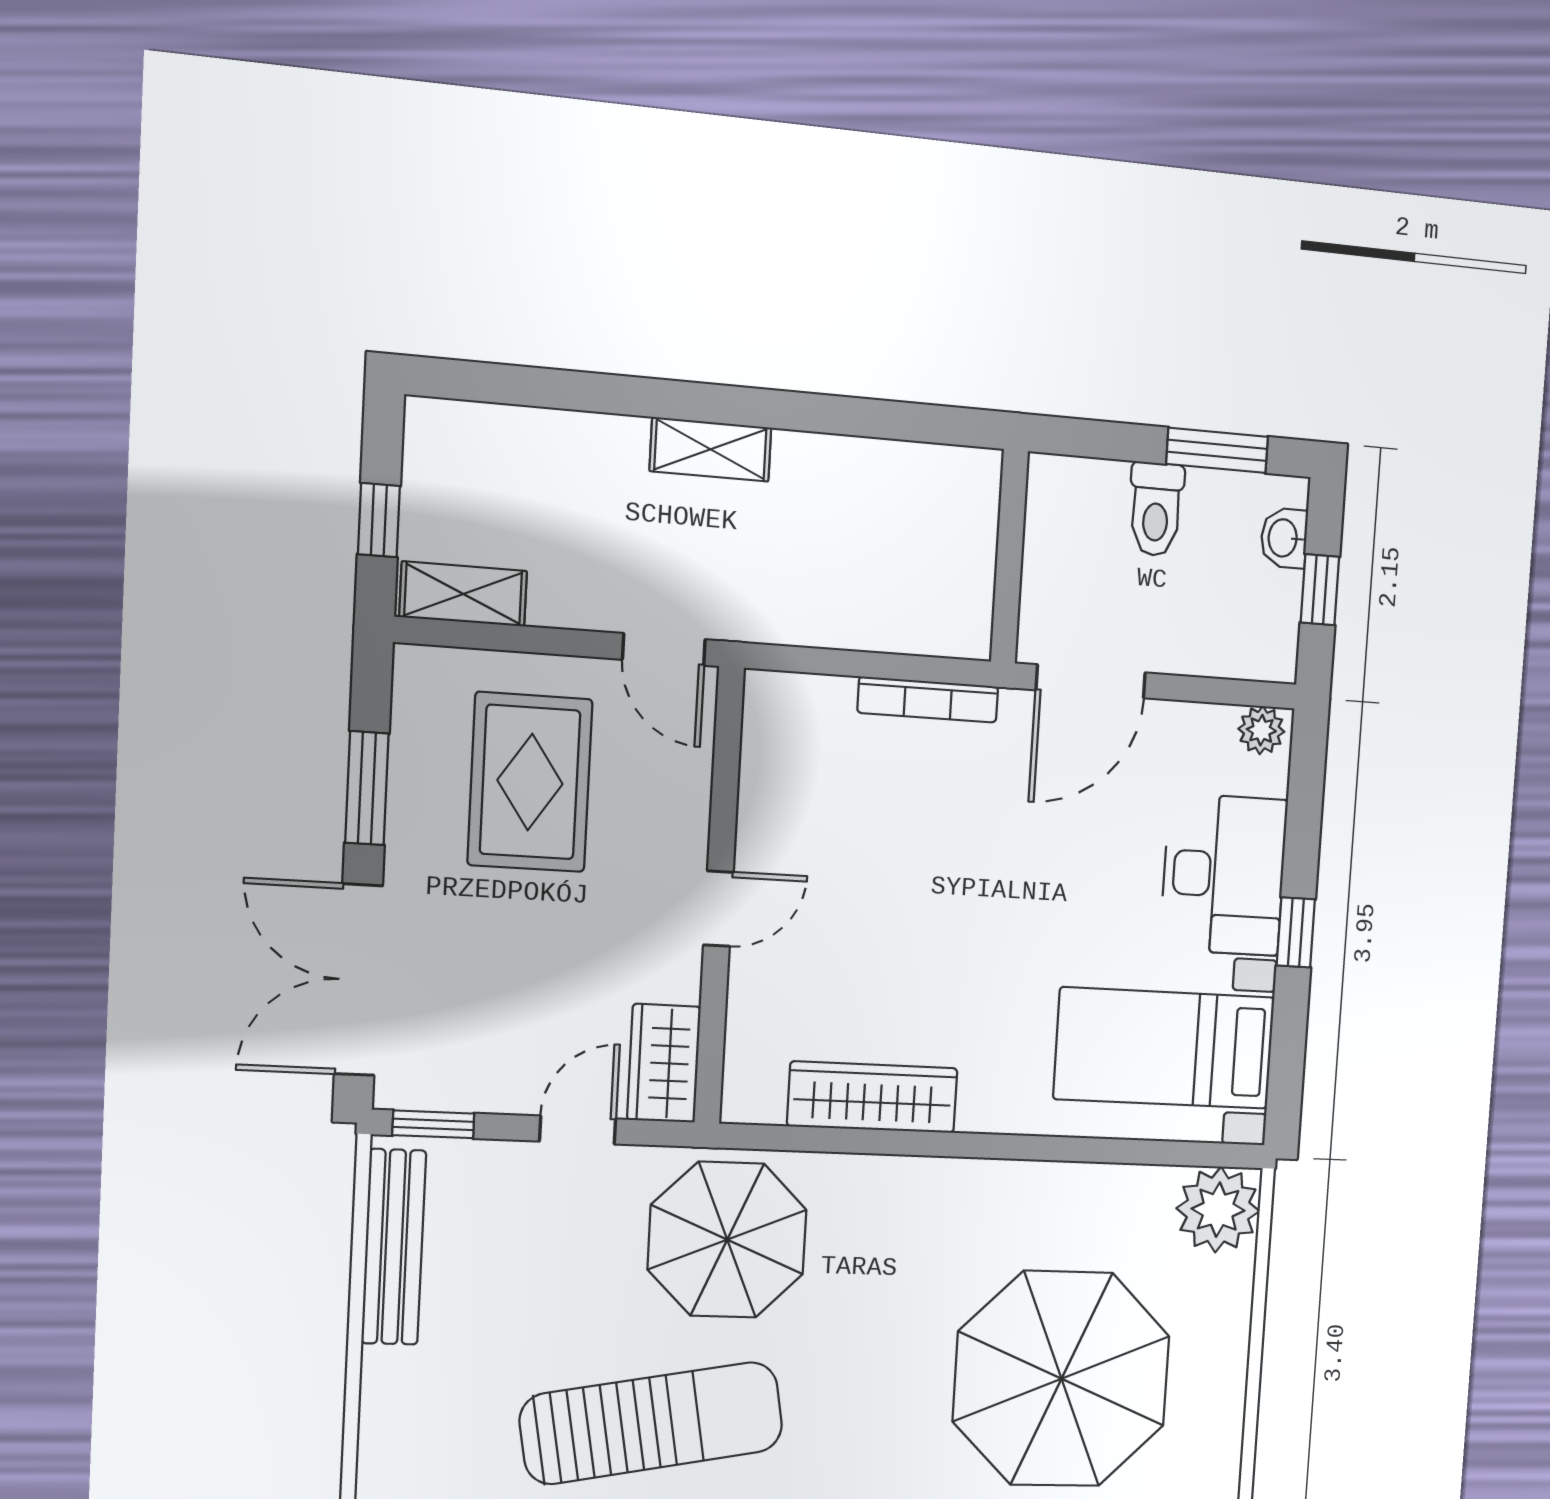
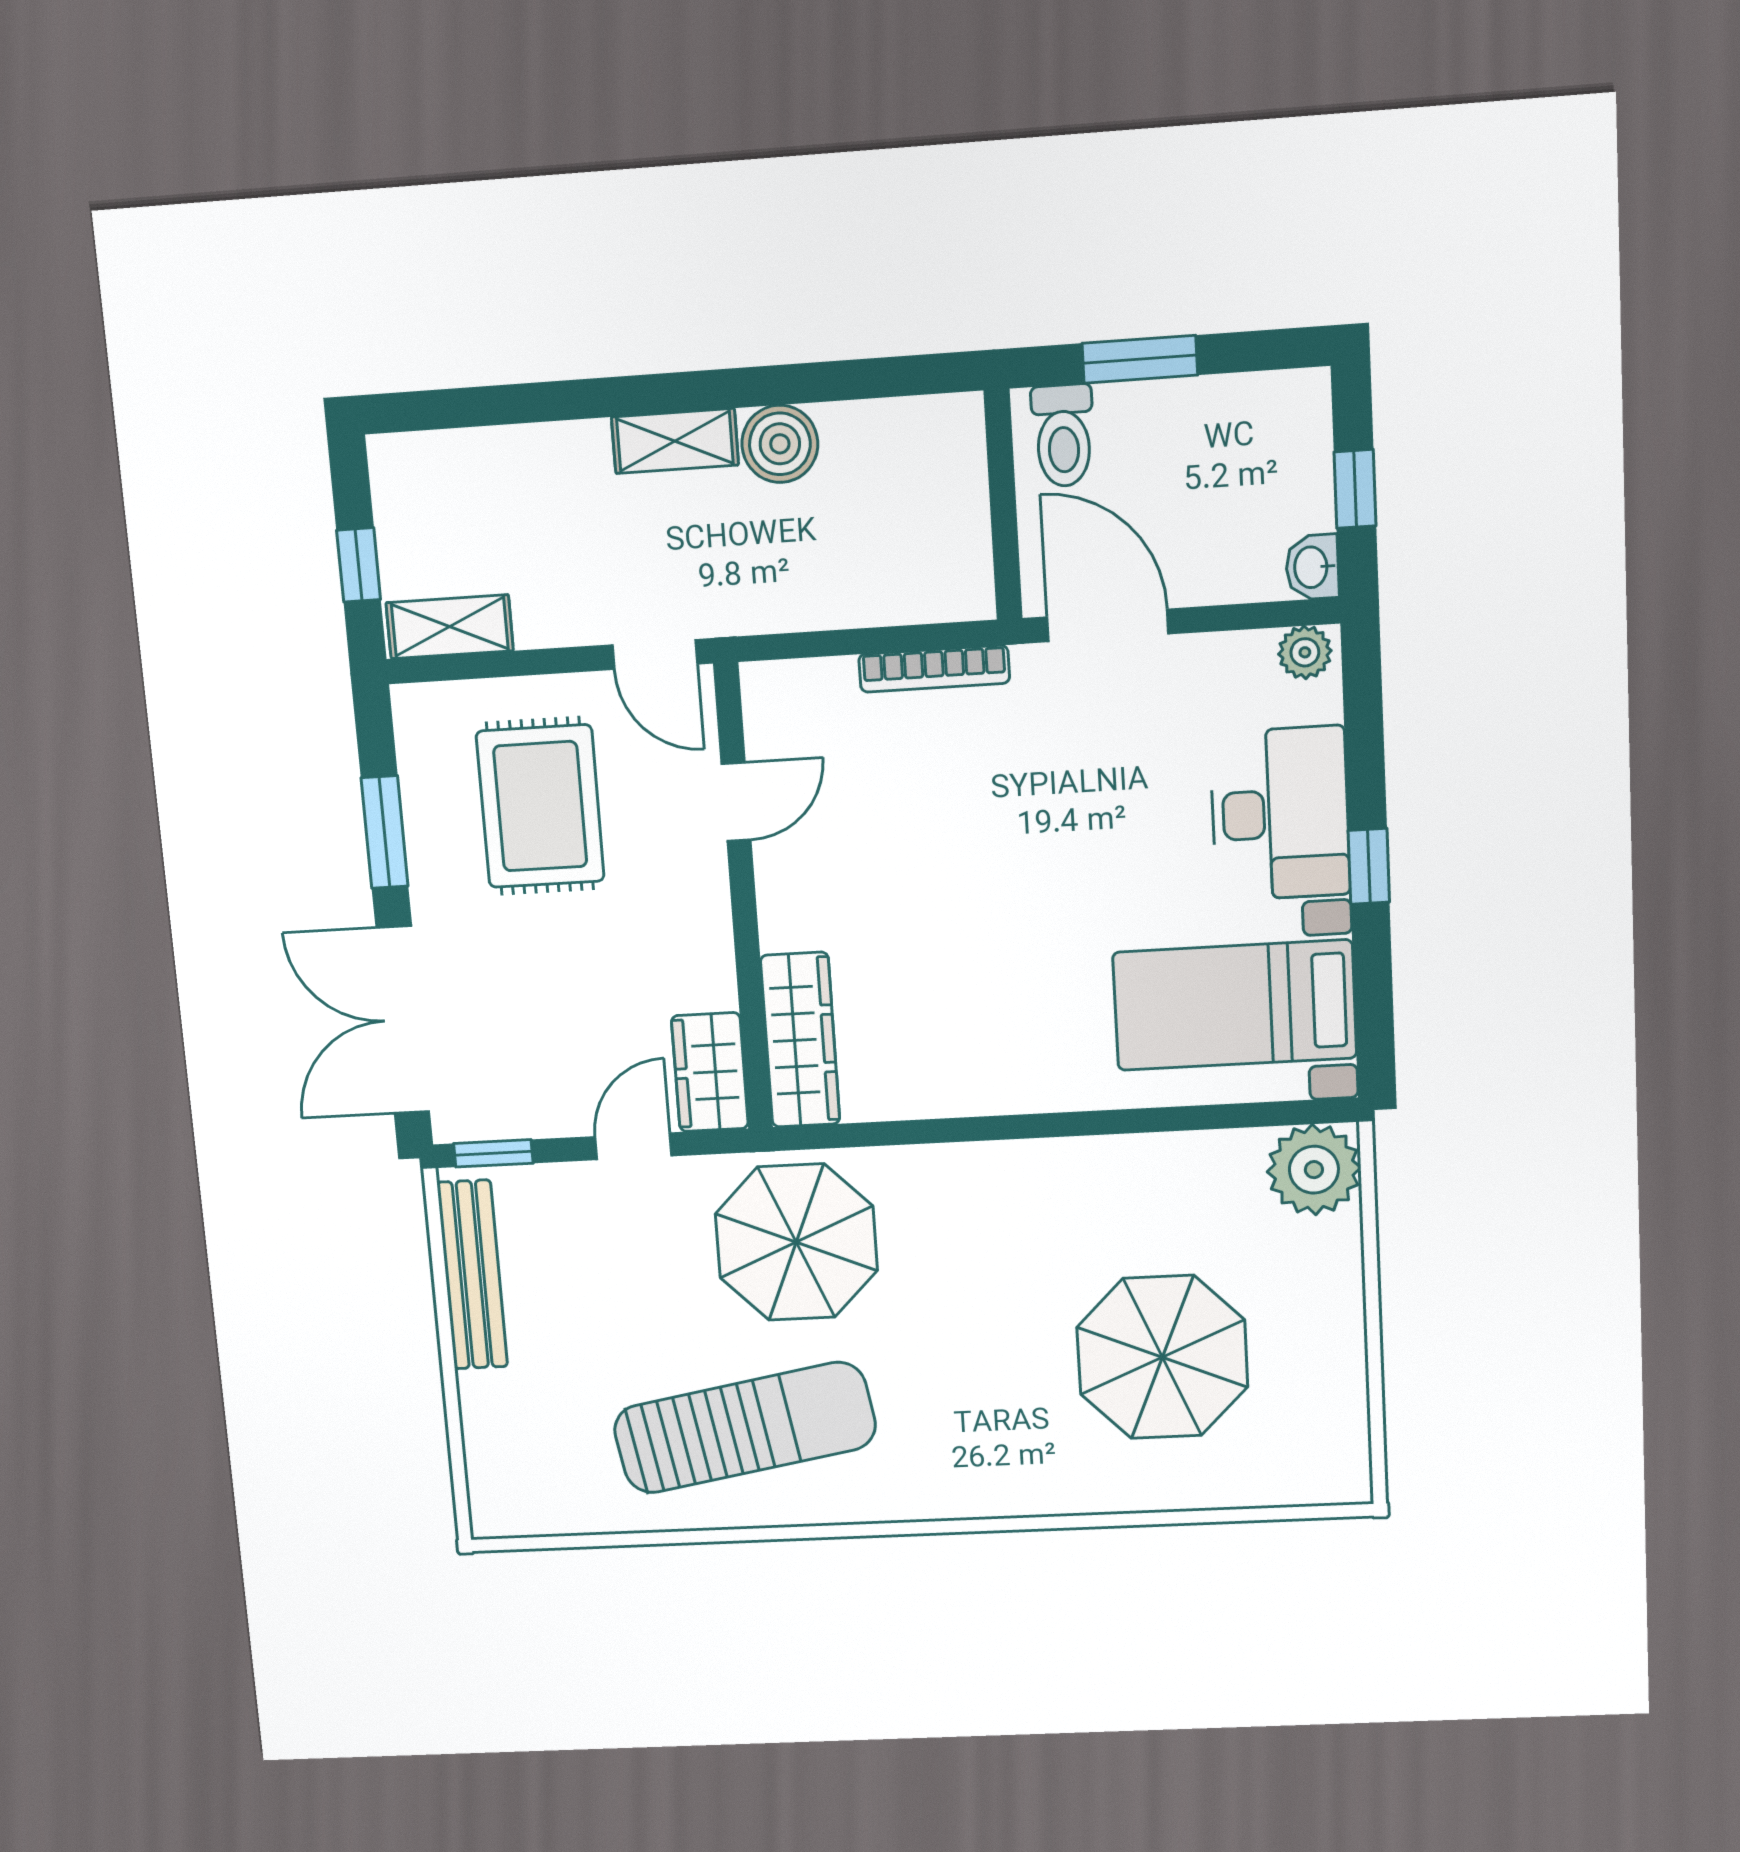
window: (1217, 450) -> (1140, 359), moved
boiler: (810, 468) -> (780, 444), added
toilet: (1156, 509) -> (1063, 436), moved
washbasin: (1284, 538) -> (1312, 567), moved
door: (1091, 681) -> (1108, 625), swing flipped
door: (718, 909) -> (736, 802), moved
wardrobe: (872, 1097) -> (800, 1040), moved, turned 90
parasol: (1062, 1379) -> (1162, 1357), width x0.73, depth x0.73

